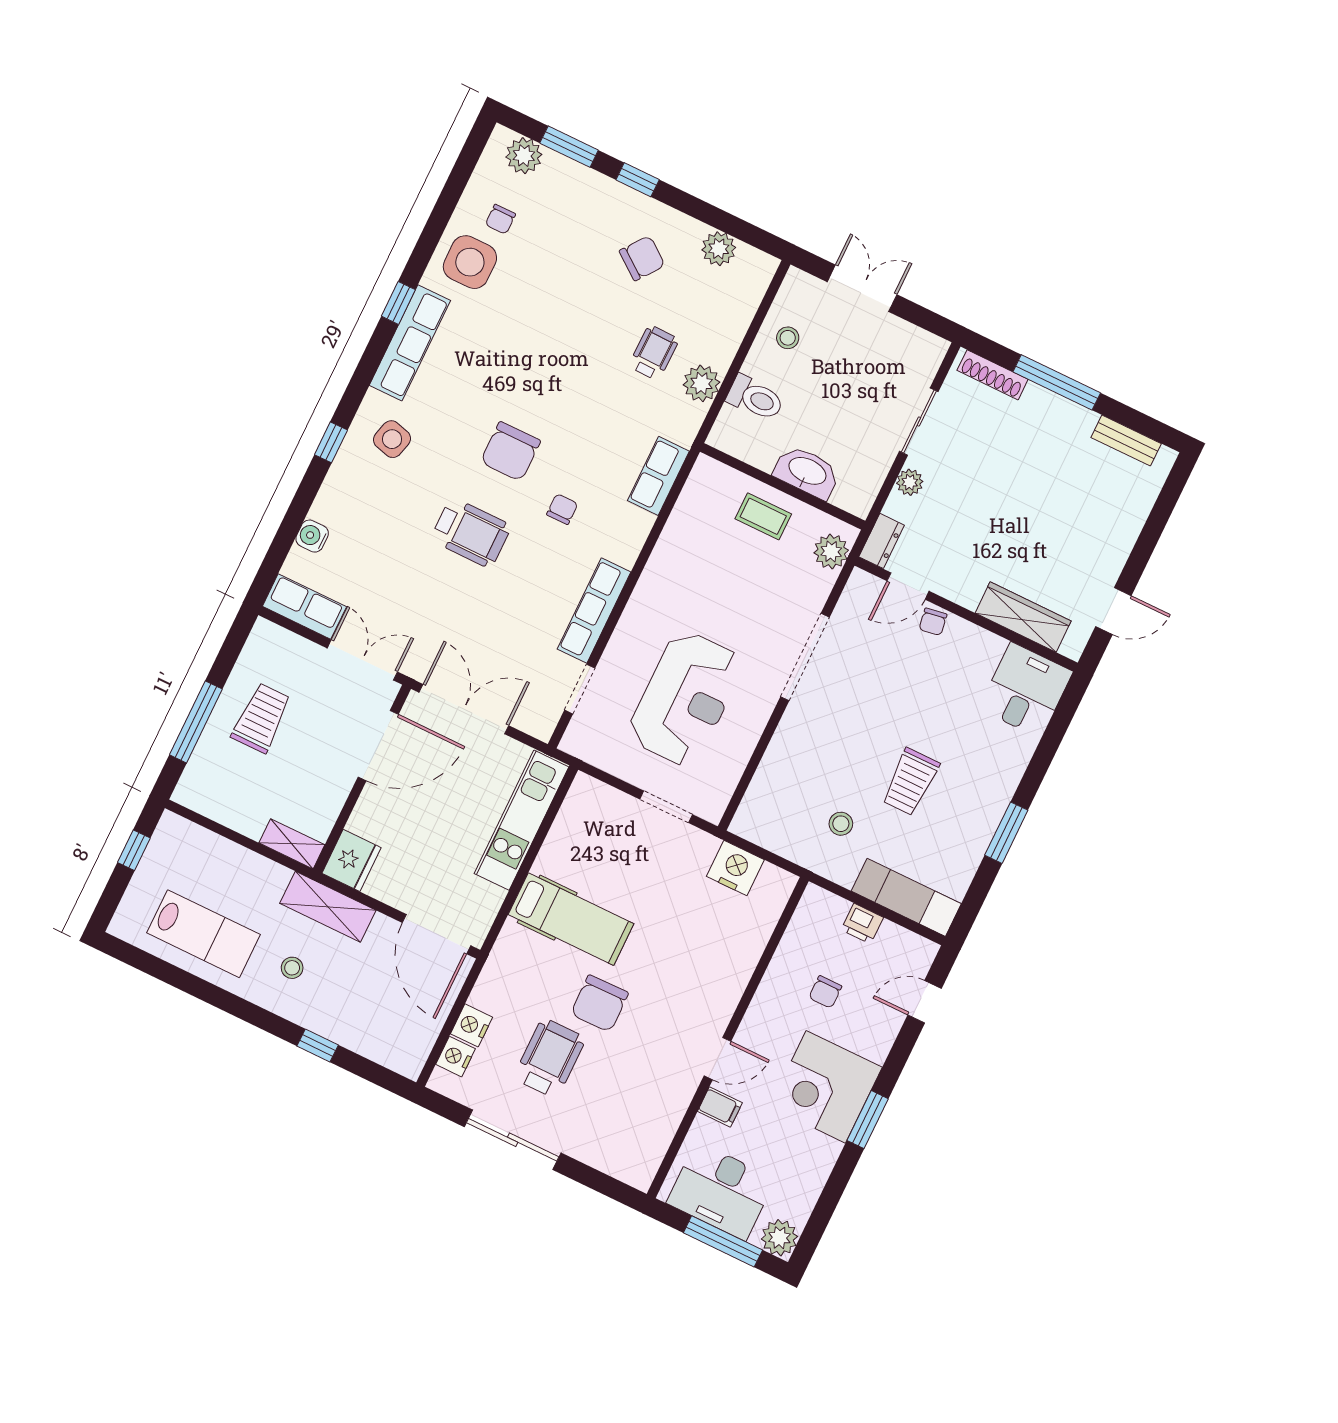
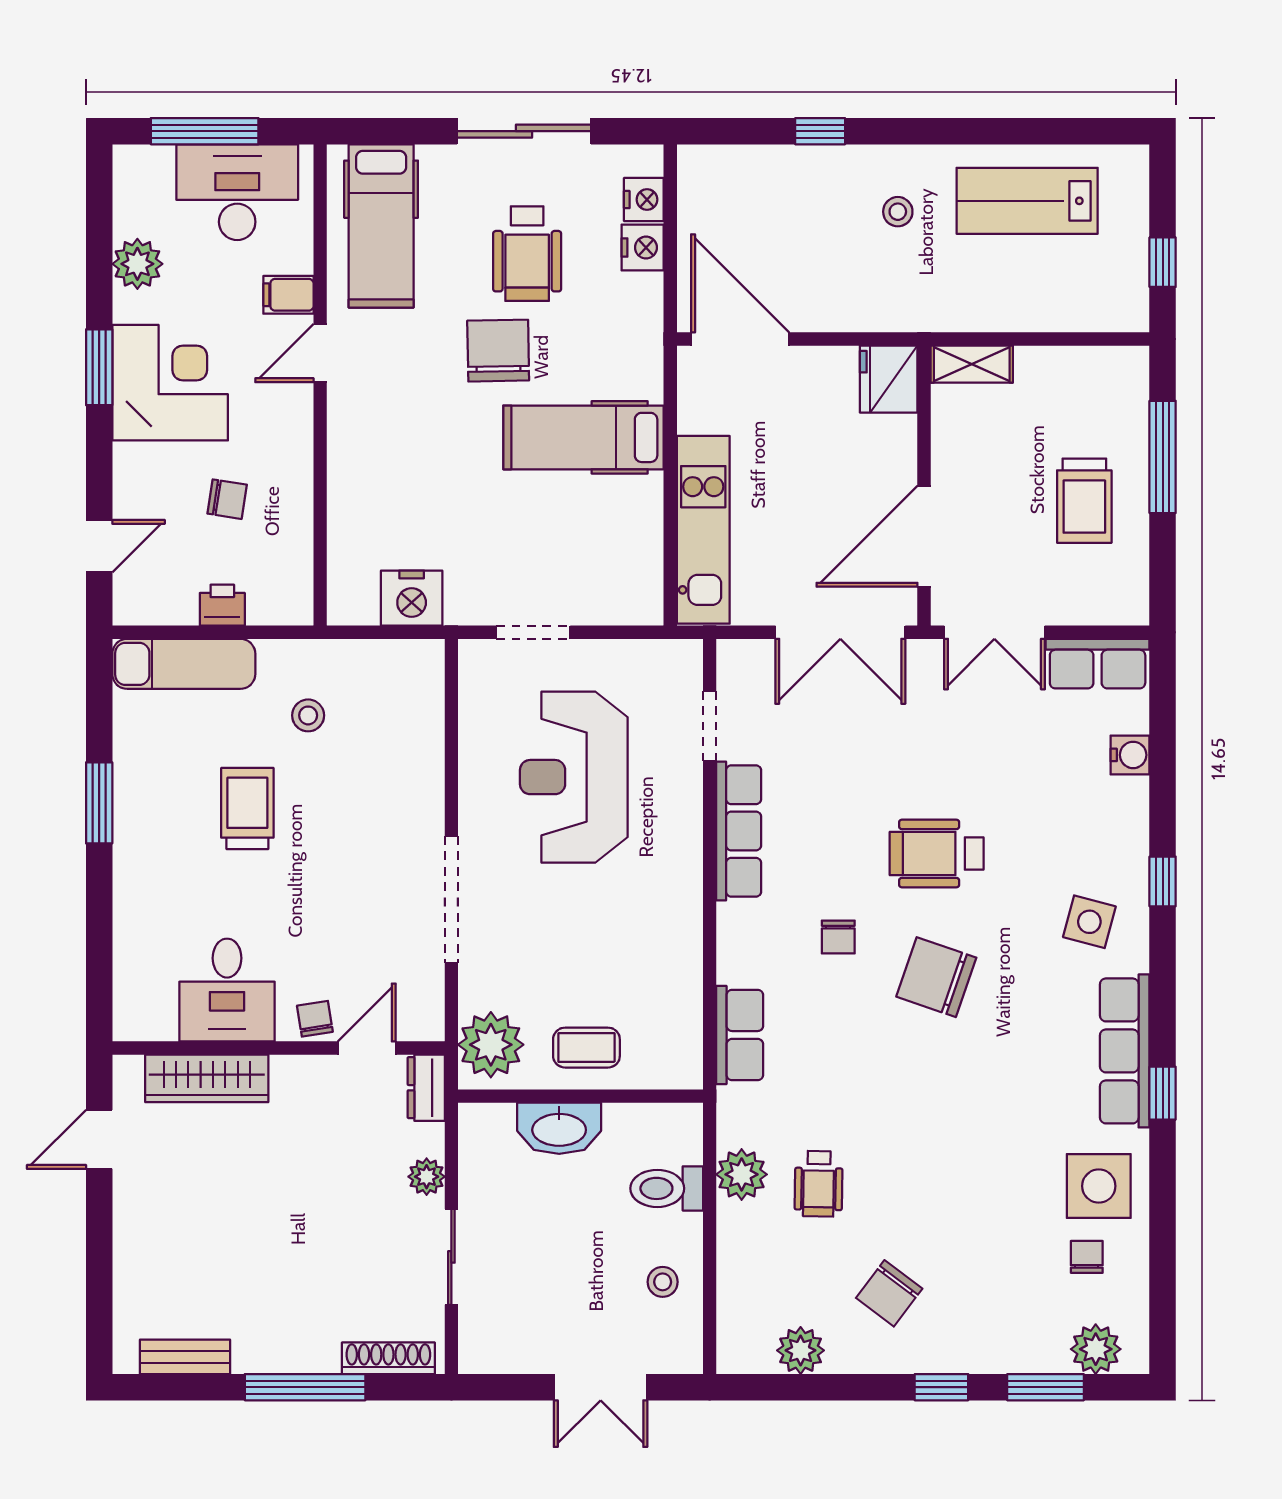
chair: (510, 451) -> (936, 977), turned -71
plant: (831, 552) -> (491, 1045), width x1.36, depth x1.36
desk: (1026, 690) -> (227, 990), moved
shelving: (328, 907) -> (890, 308), removed
chair: (825, 992) -> (227, 499), turned 99
hospital bed: (637, 1123) -> (381, 226), added
plant: (779, 1238) -> (137, 264), moved

